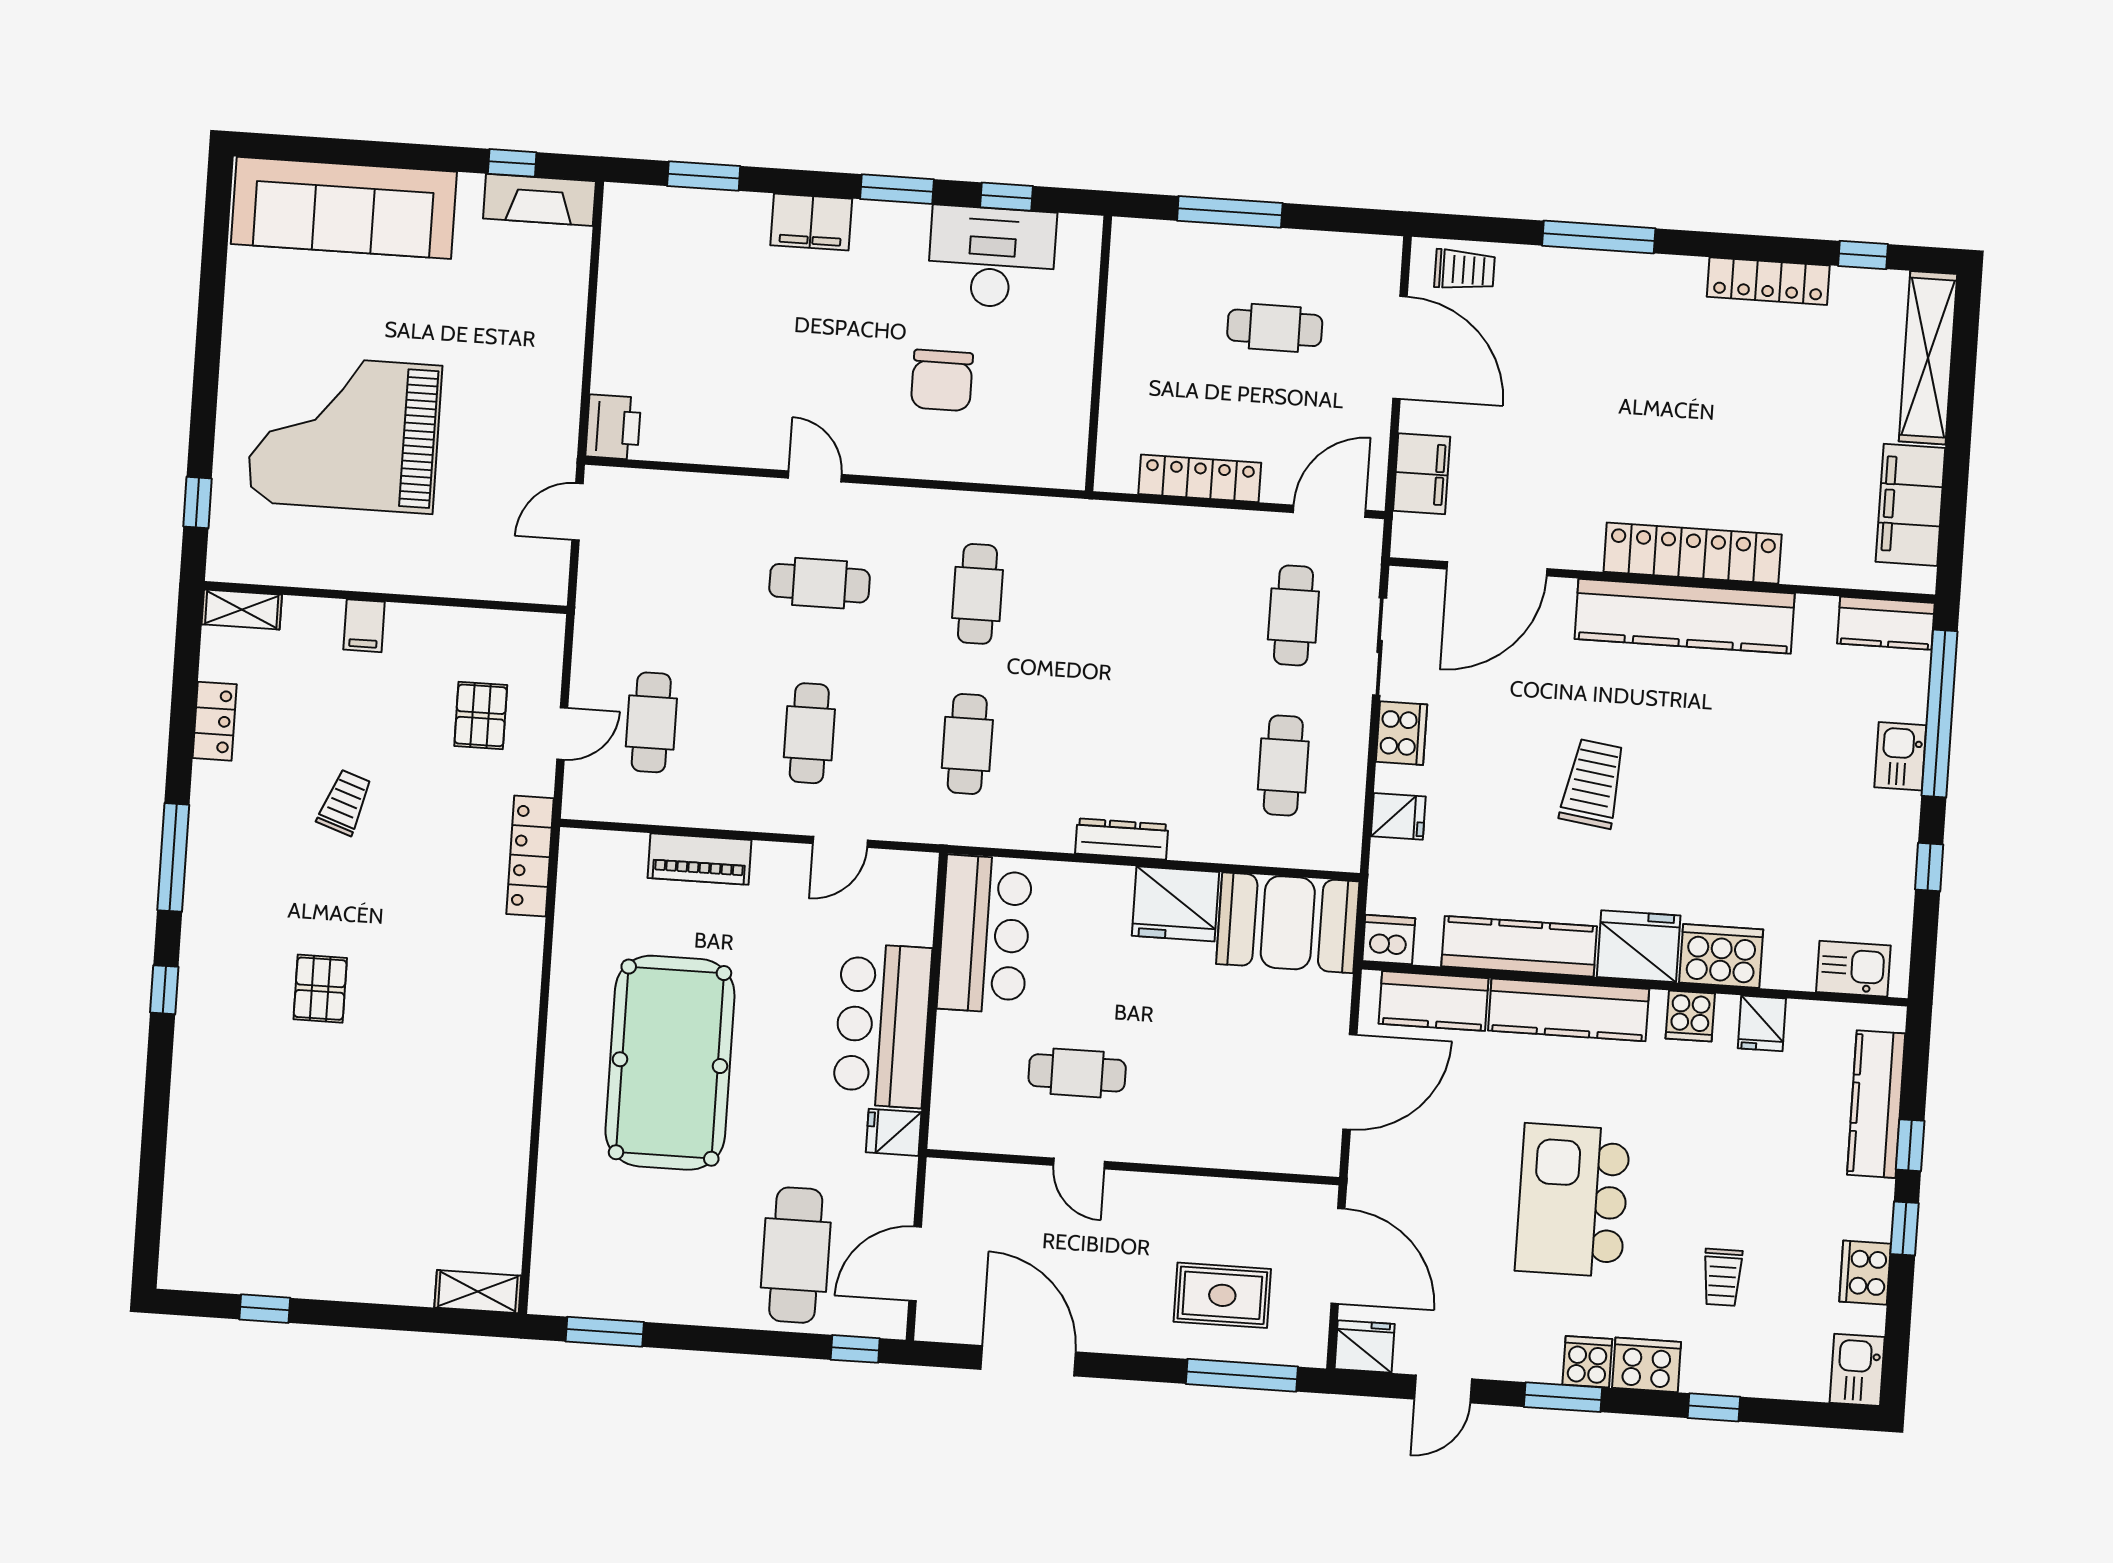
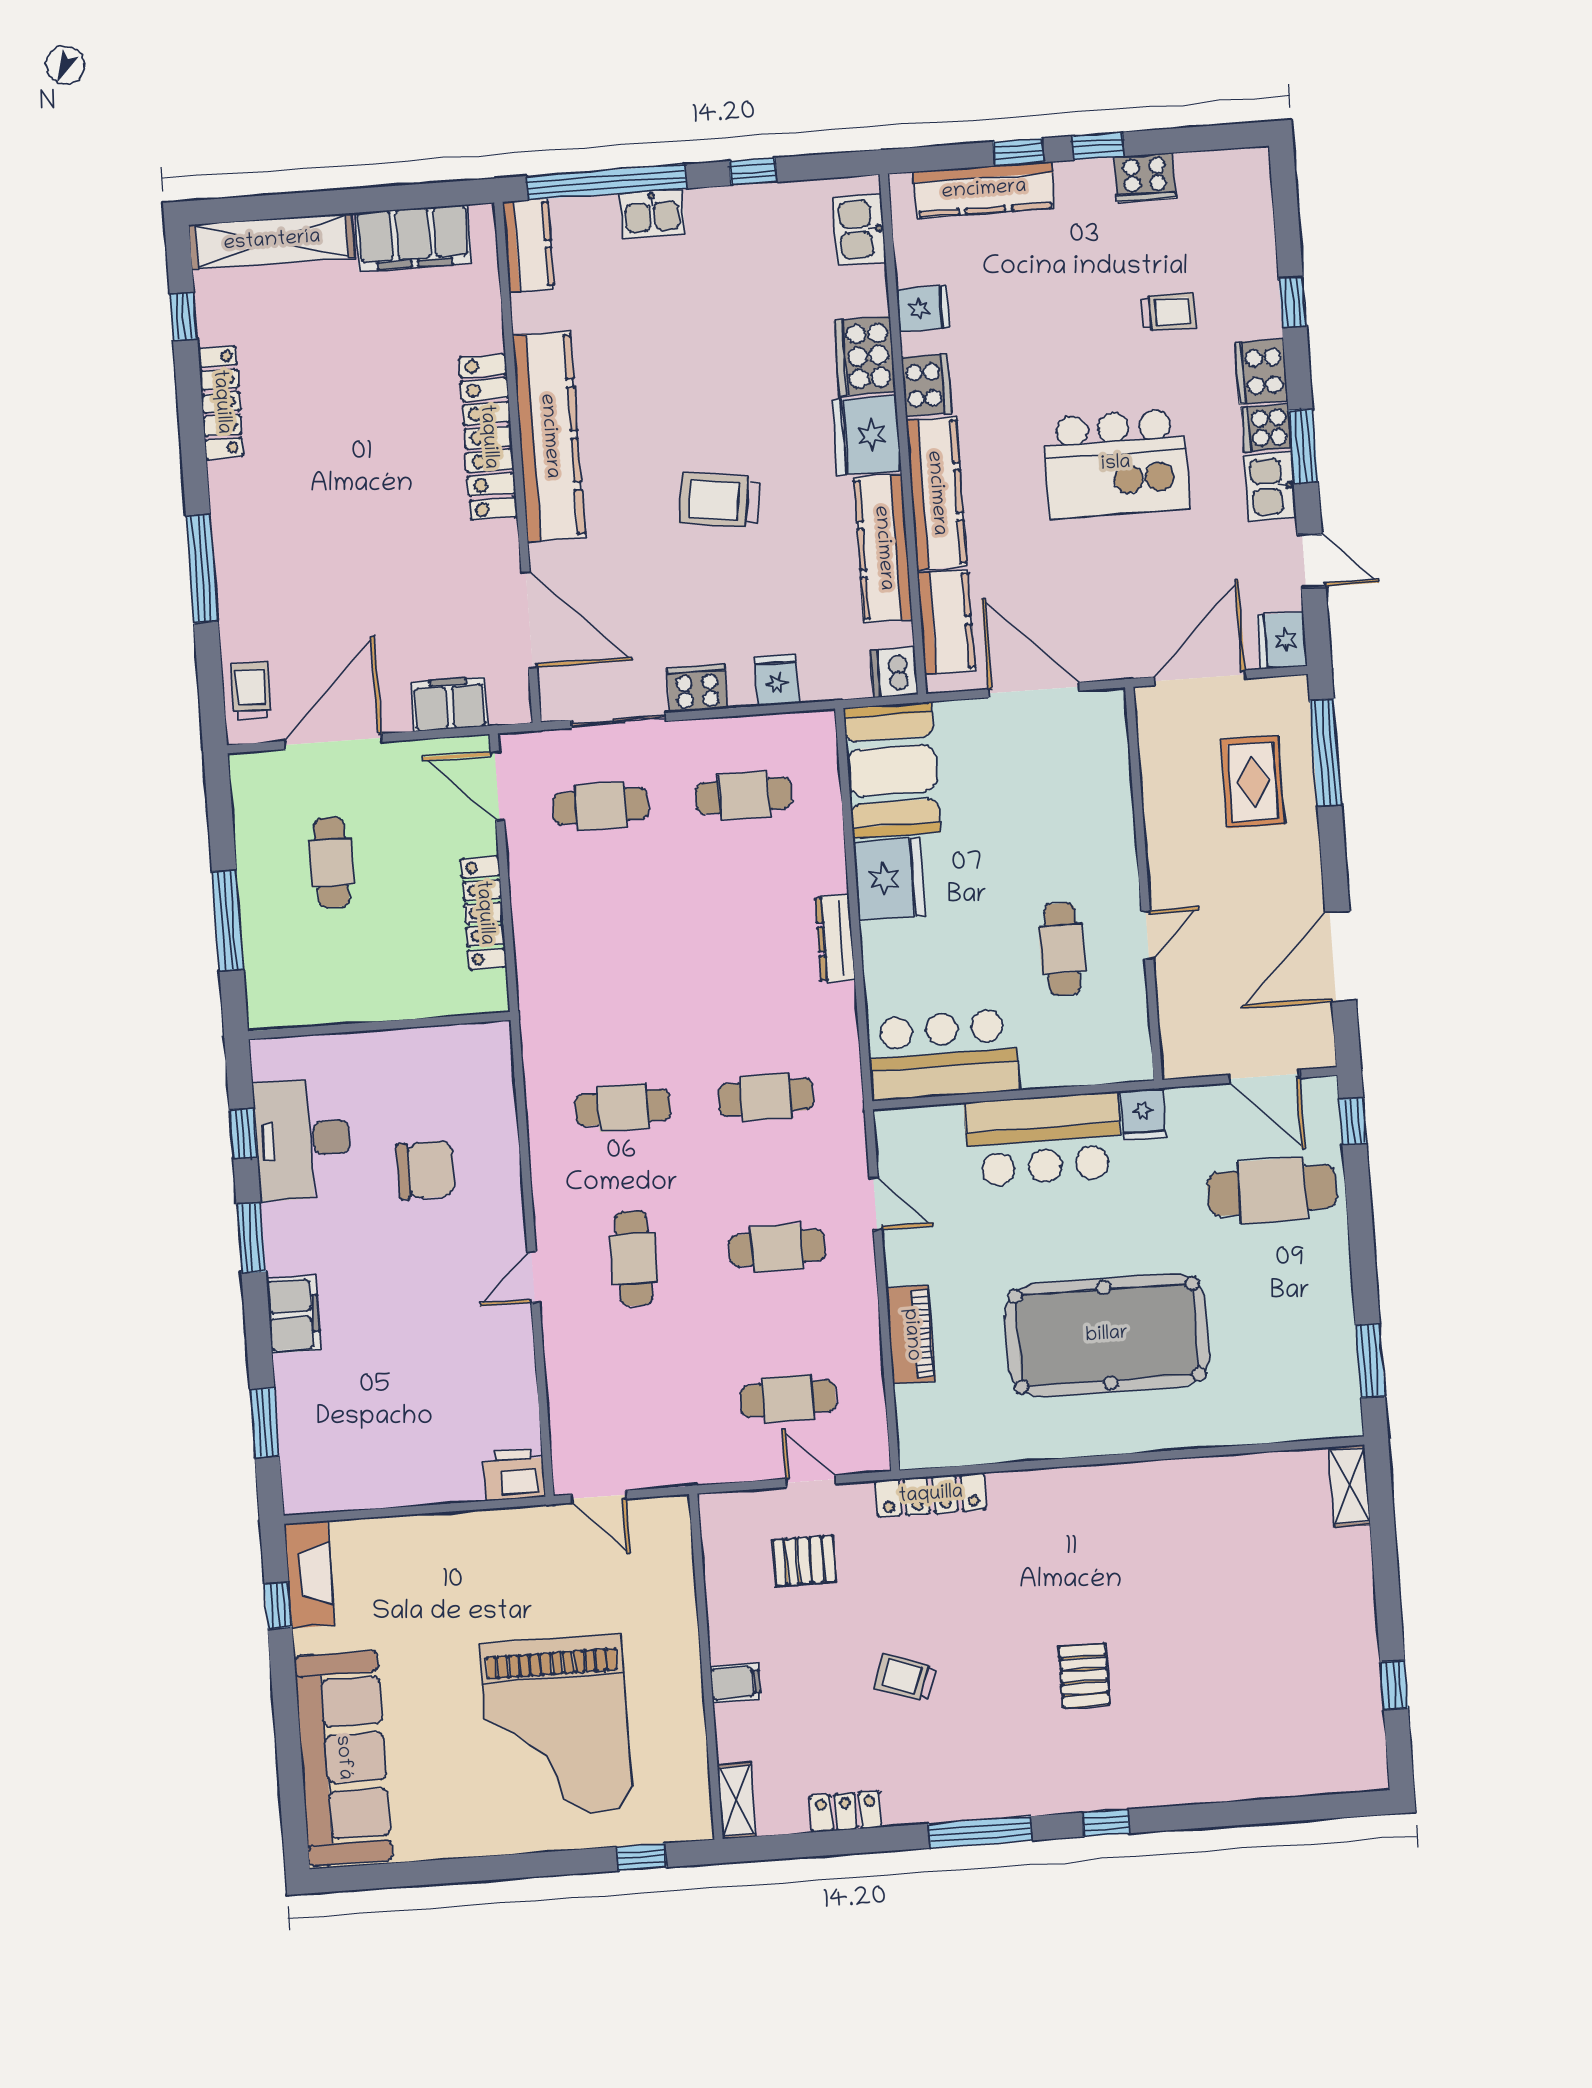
pallet: (320, 989) -> (1084, 1676), turned 90
cooker: (1690, 1016) -> (926, 385), width x1.36
kitchen sink: (1857, 1370) -> (1270, 486), moved, turned 90

